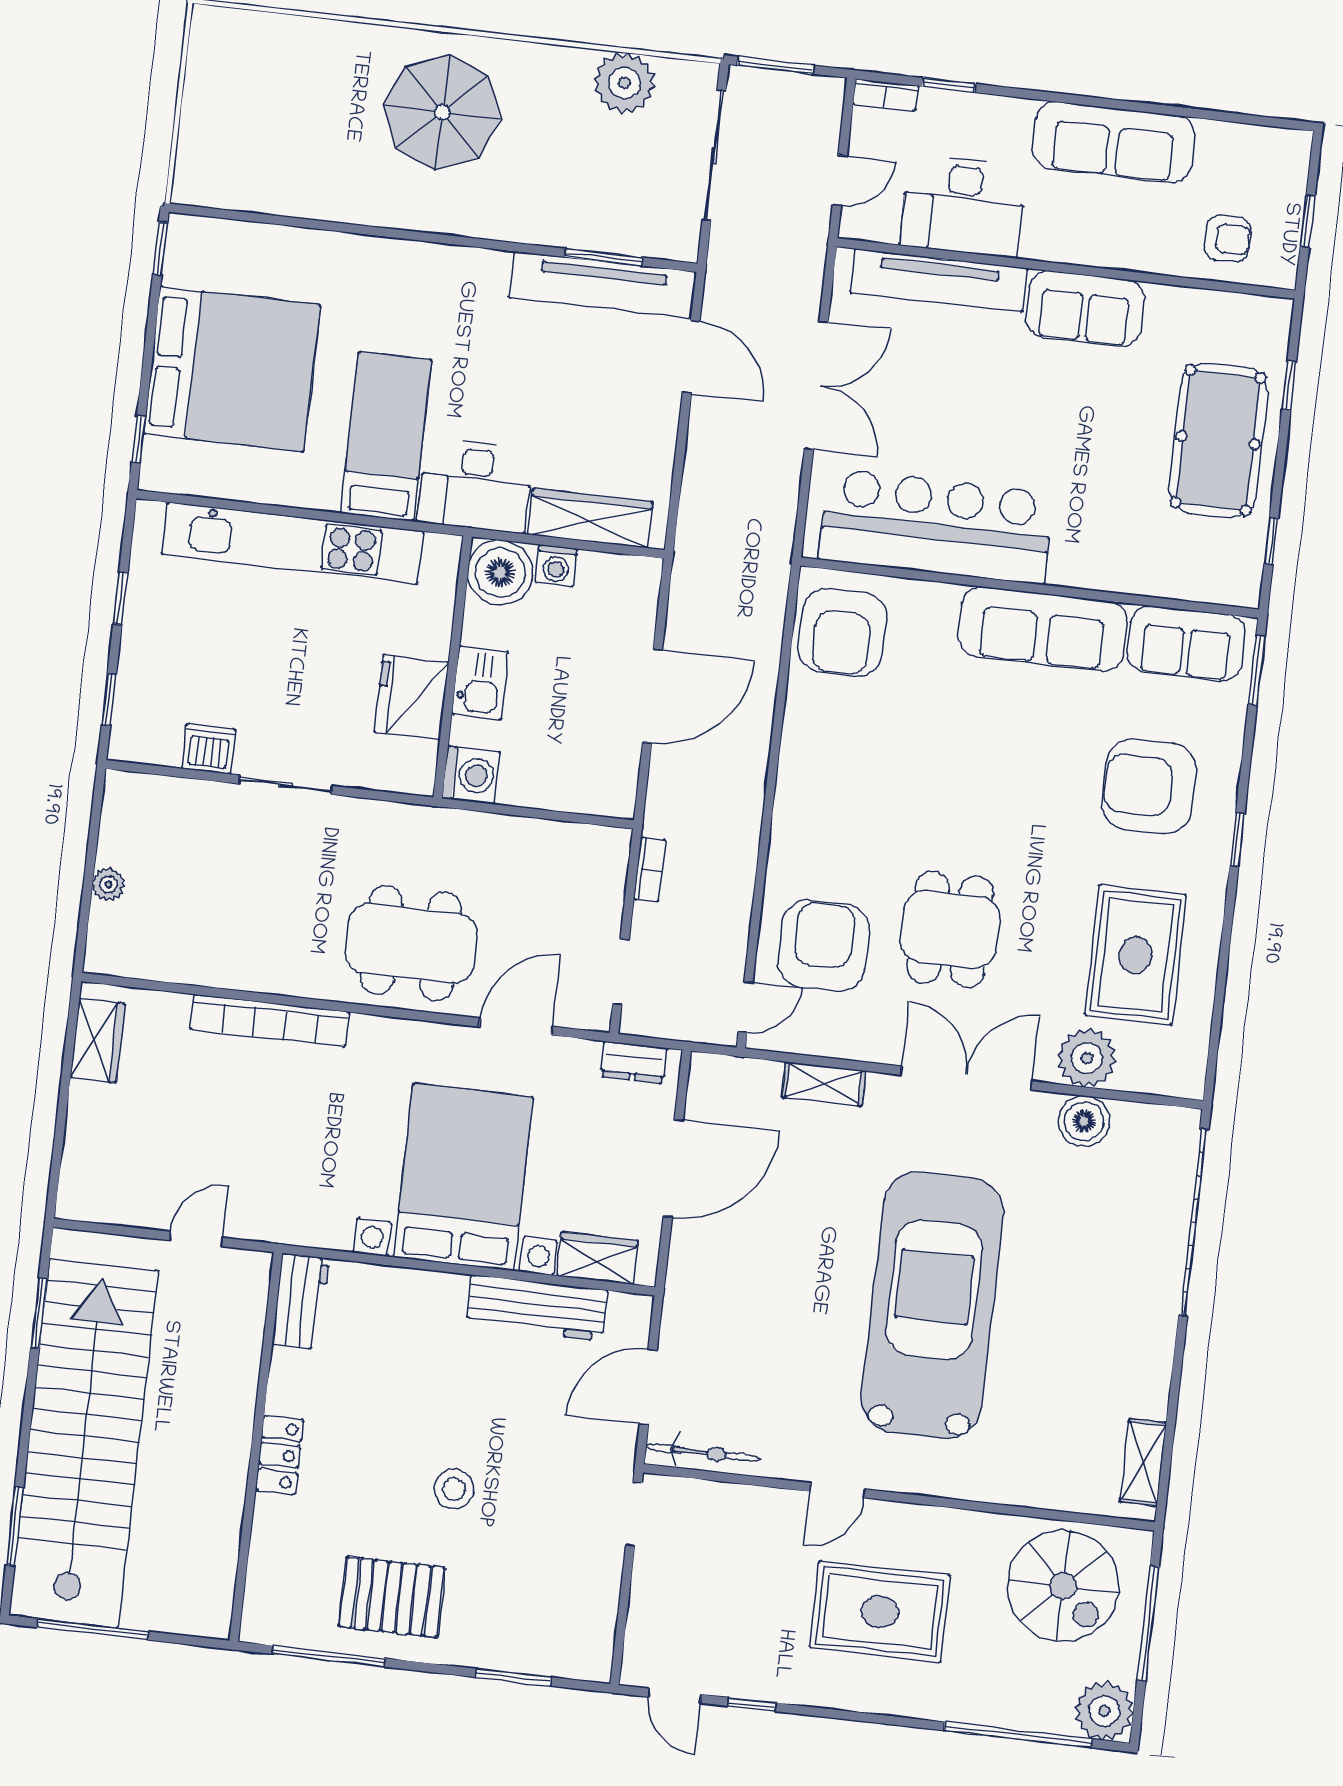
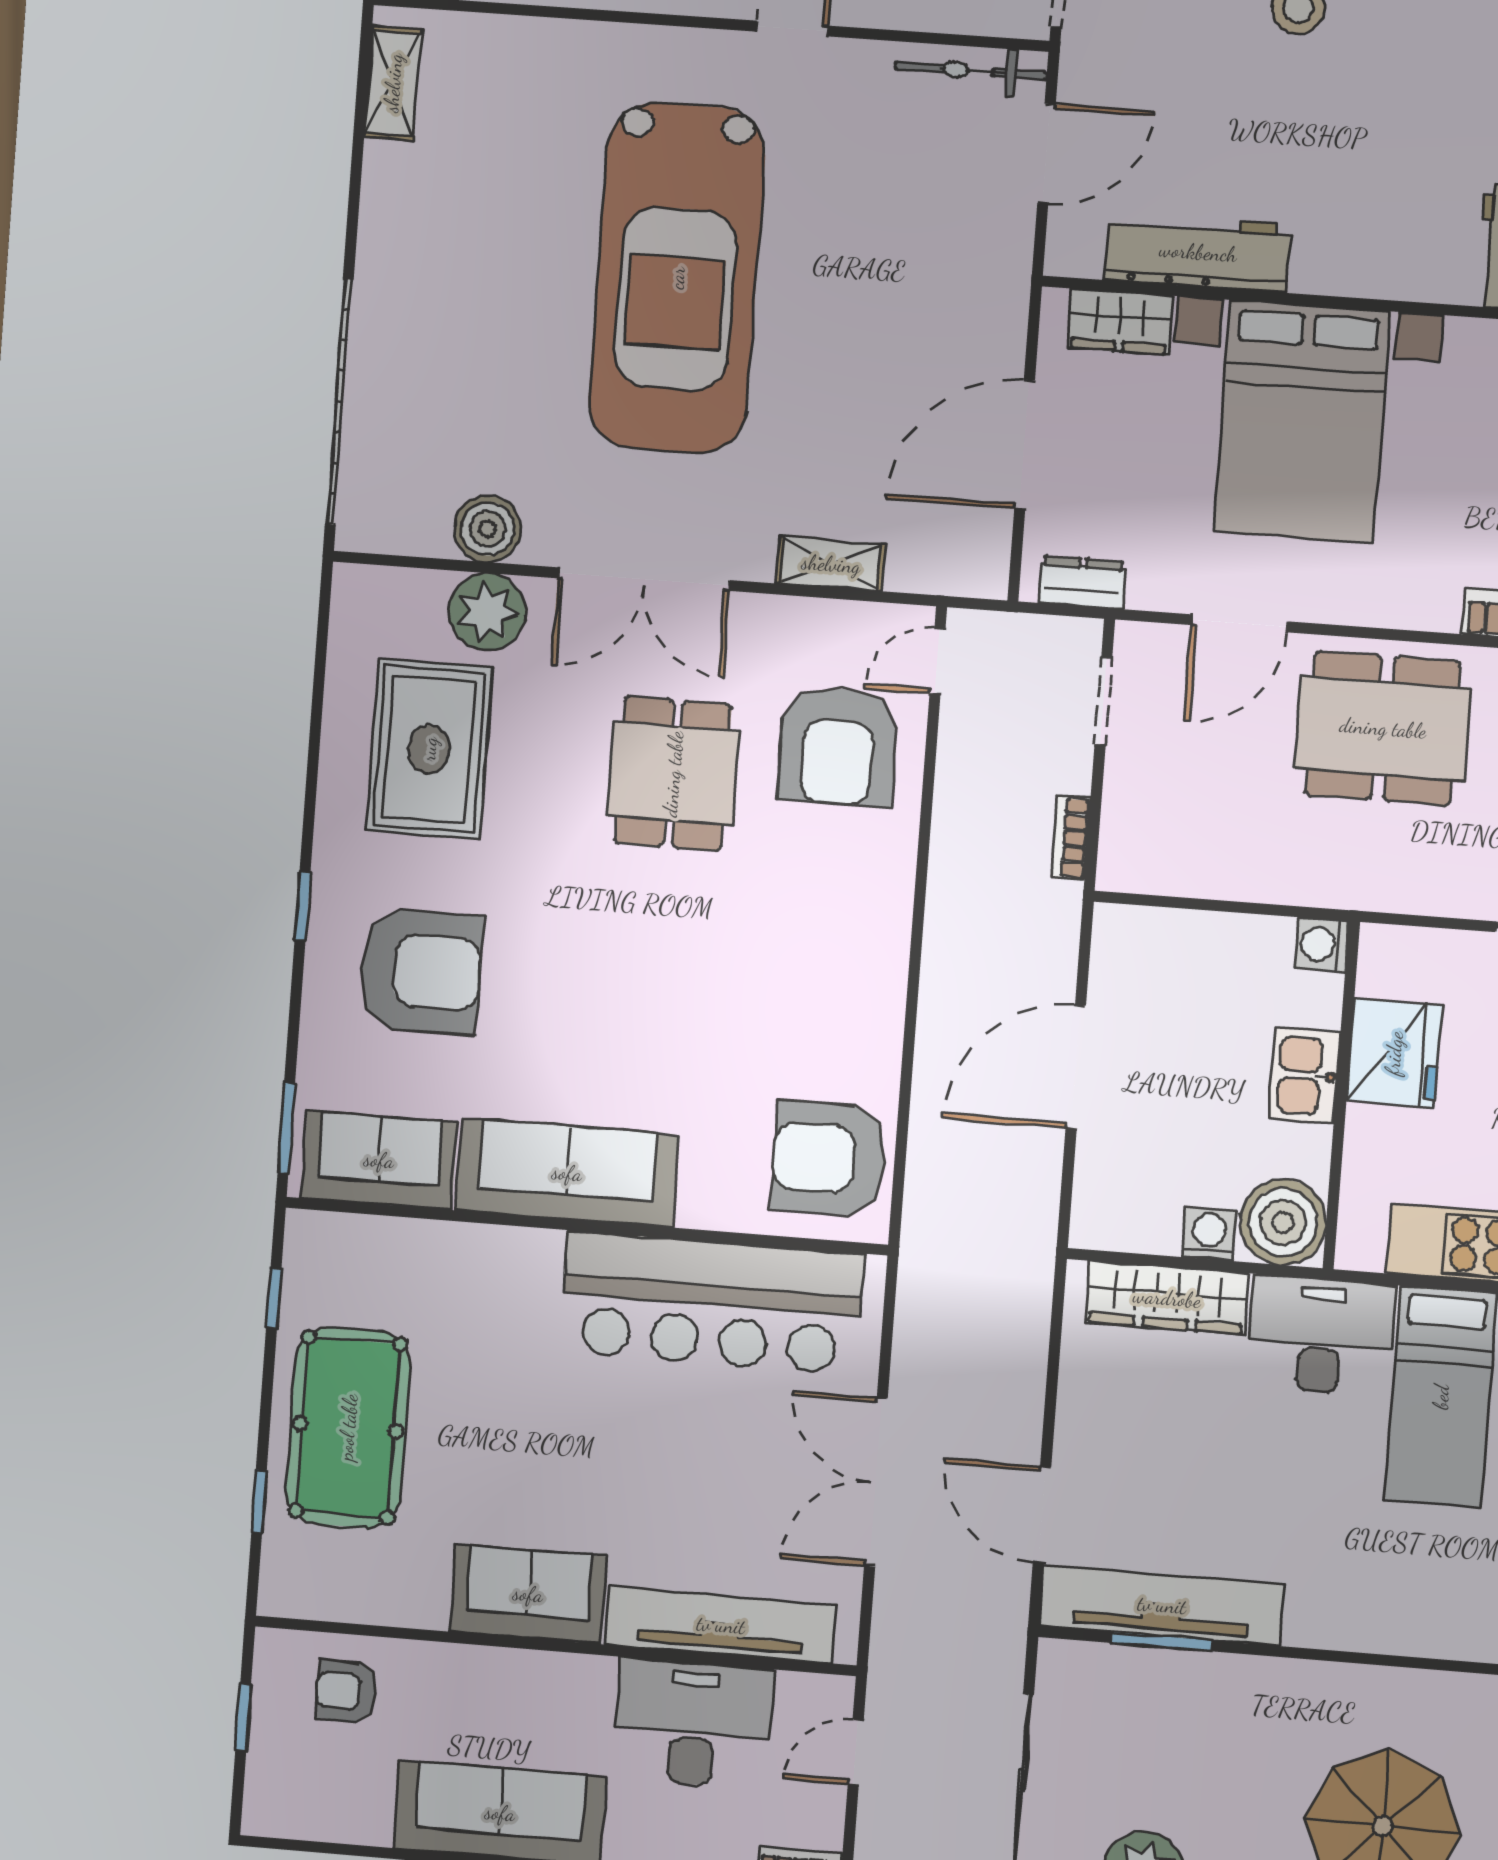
armchair: (842, 633) -> (829, 1159), turned -90
washing machine: (471, 775) -> (1322, 945), width x0.73, depth x0.73

